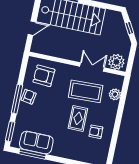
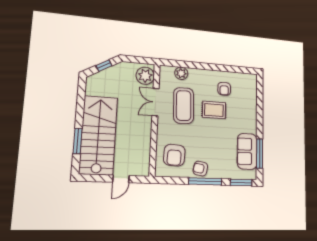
door: (32, 28) -> (121, 179), swing flipped

